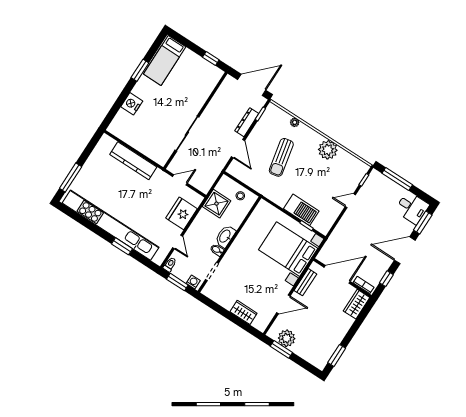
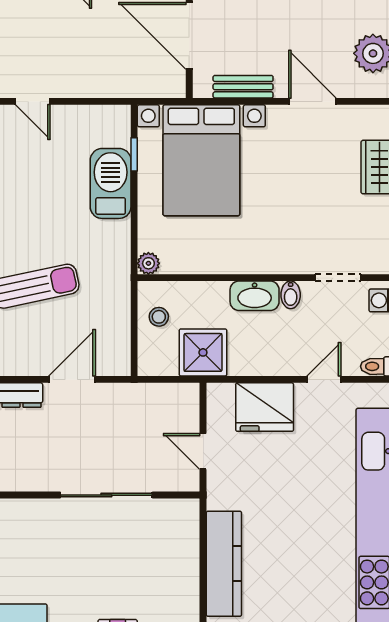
plant: (263, 205) -> (148, 263), added

